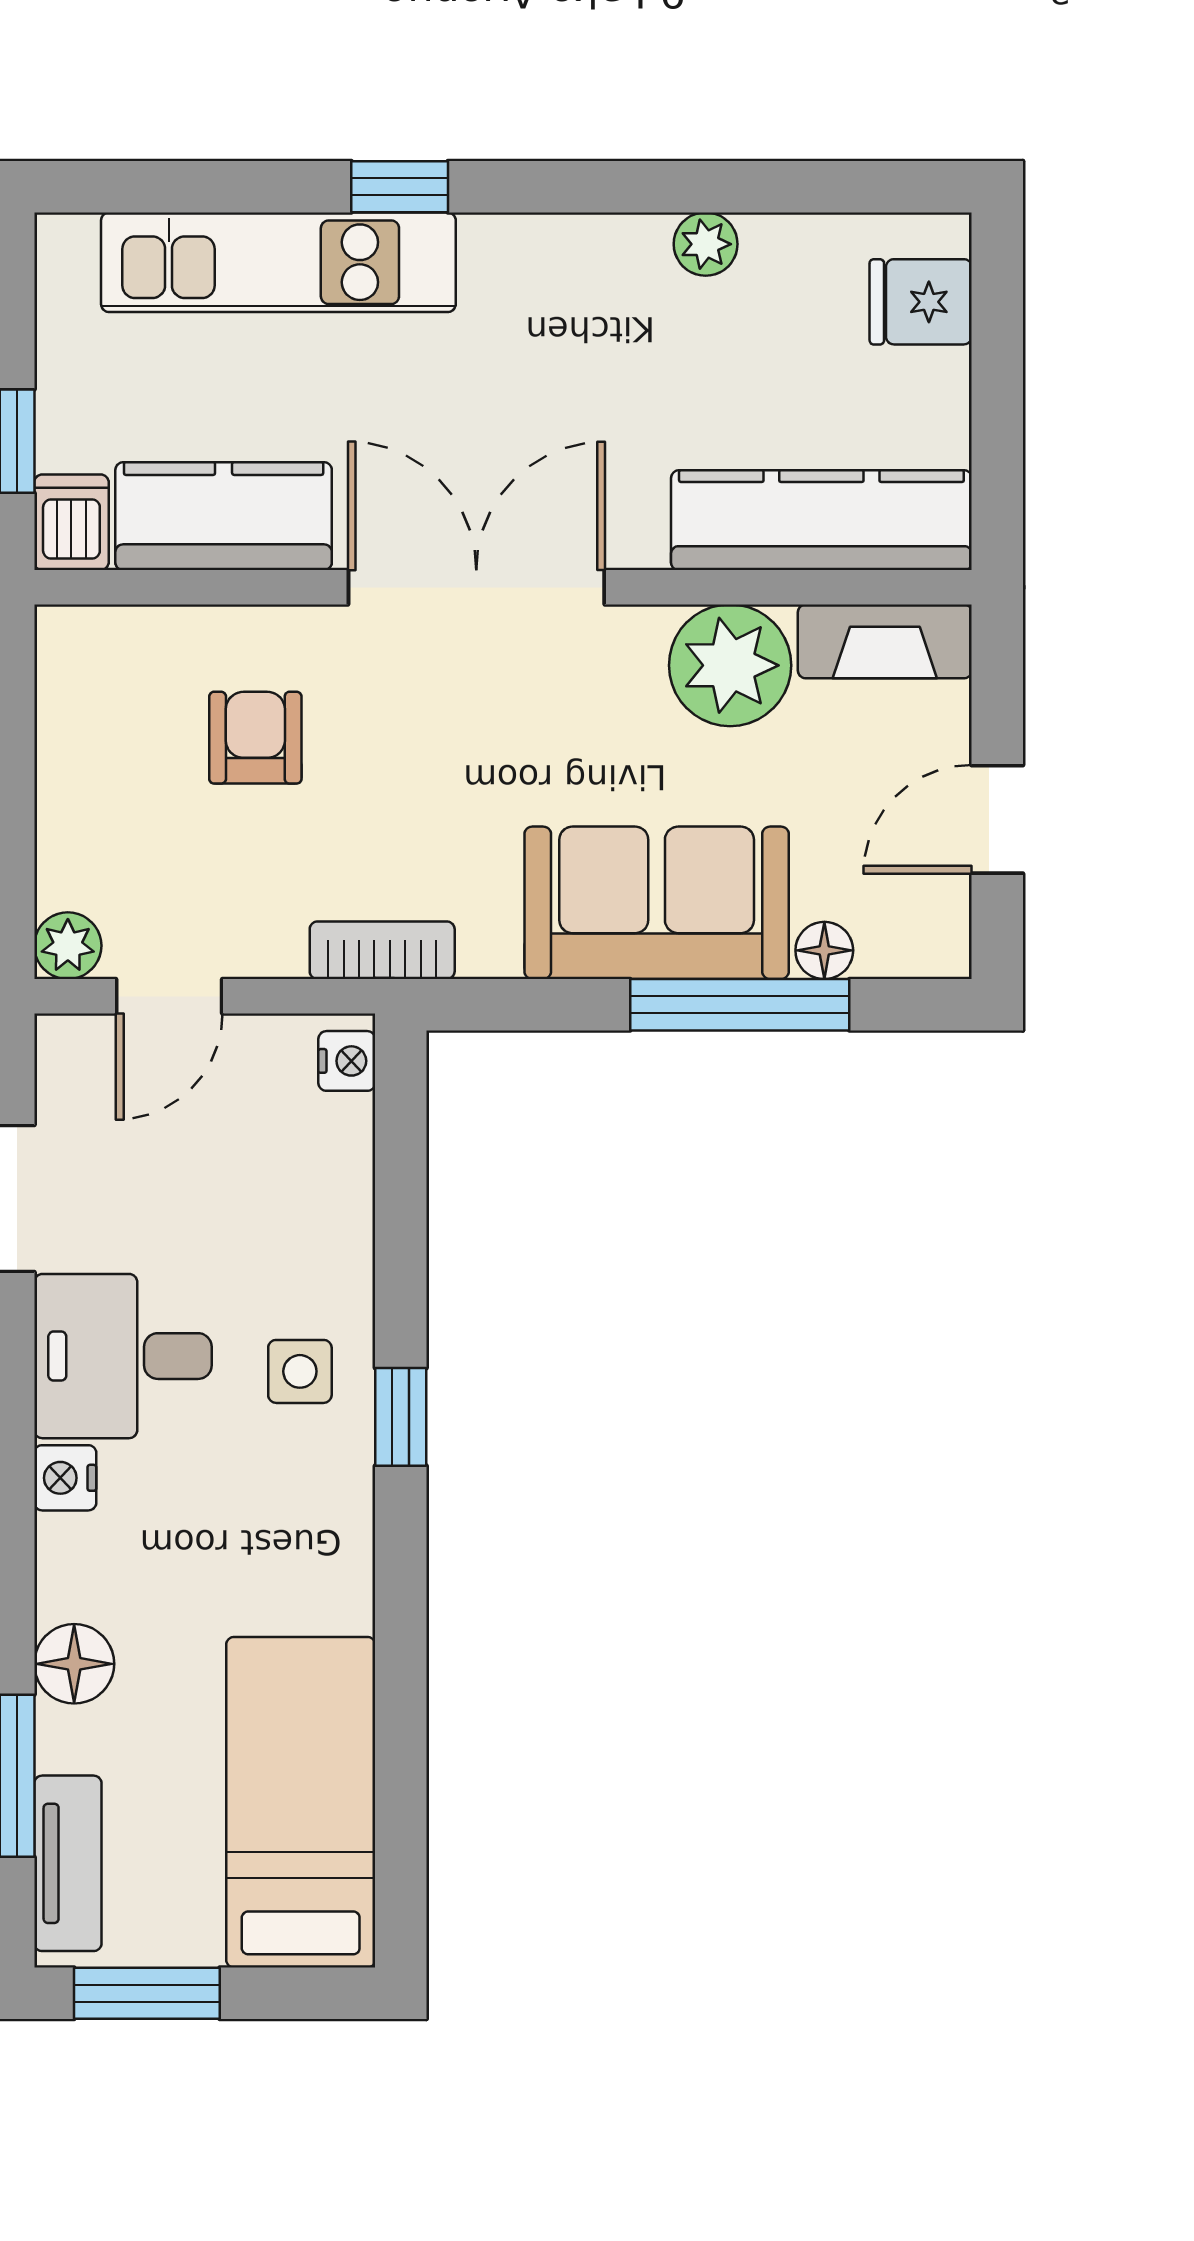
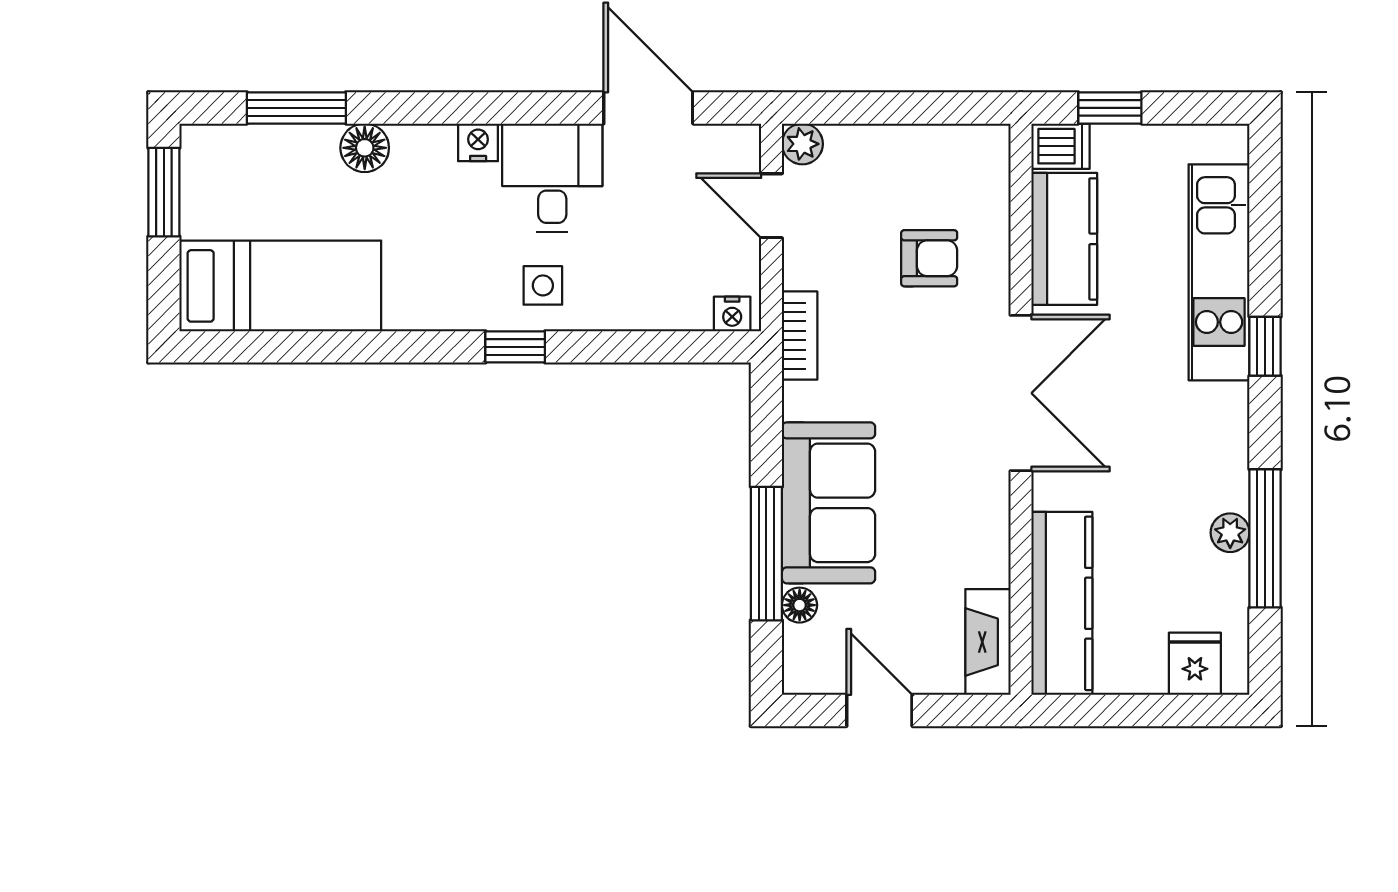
window: (715, 187) -> (1265, 538), added
plant: (730, 665) -> (973, 548), removed
tv unit: (68, 1863) -> (243, 144), removed

